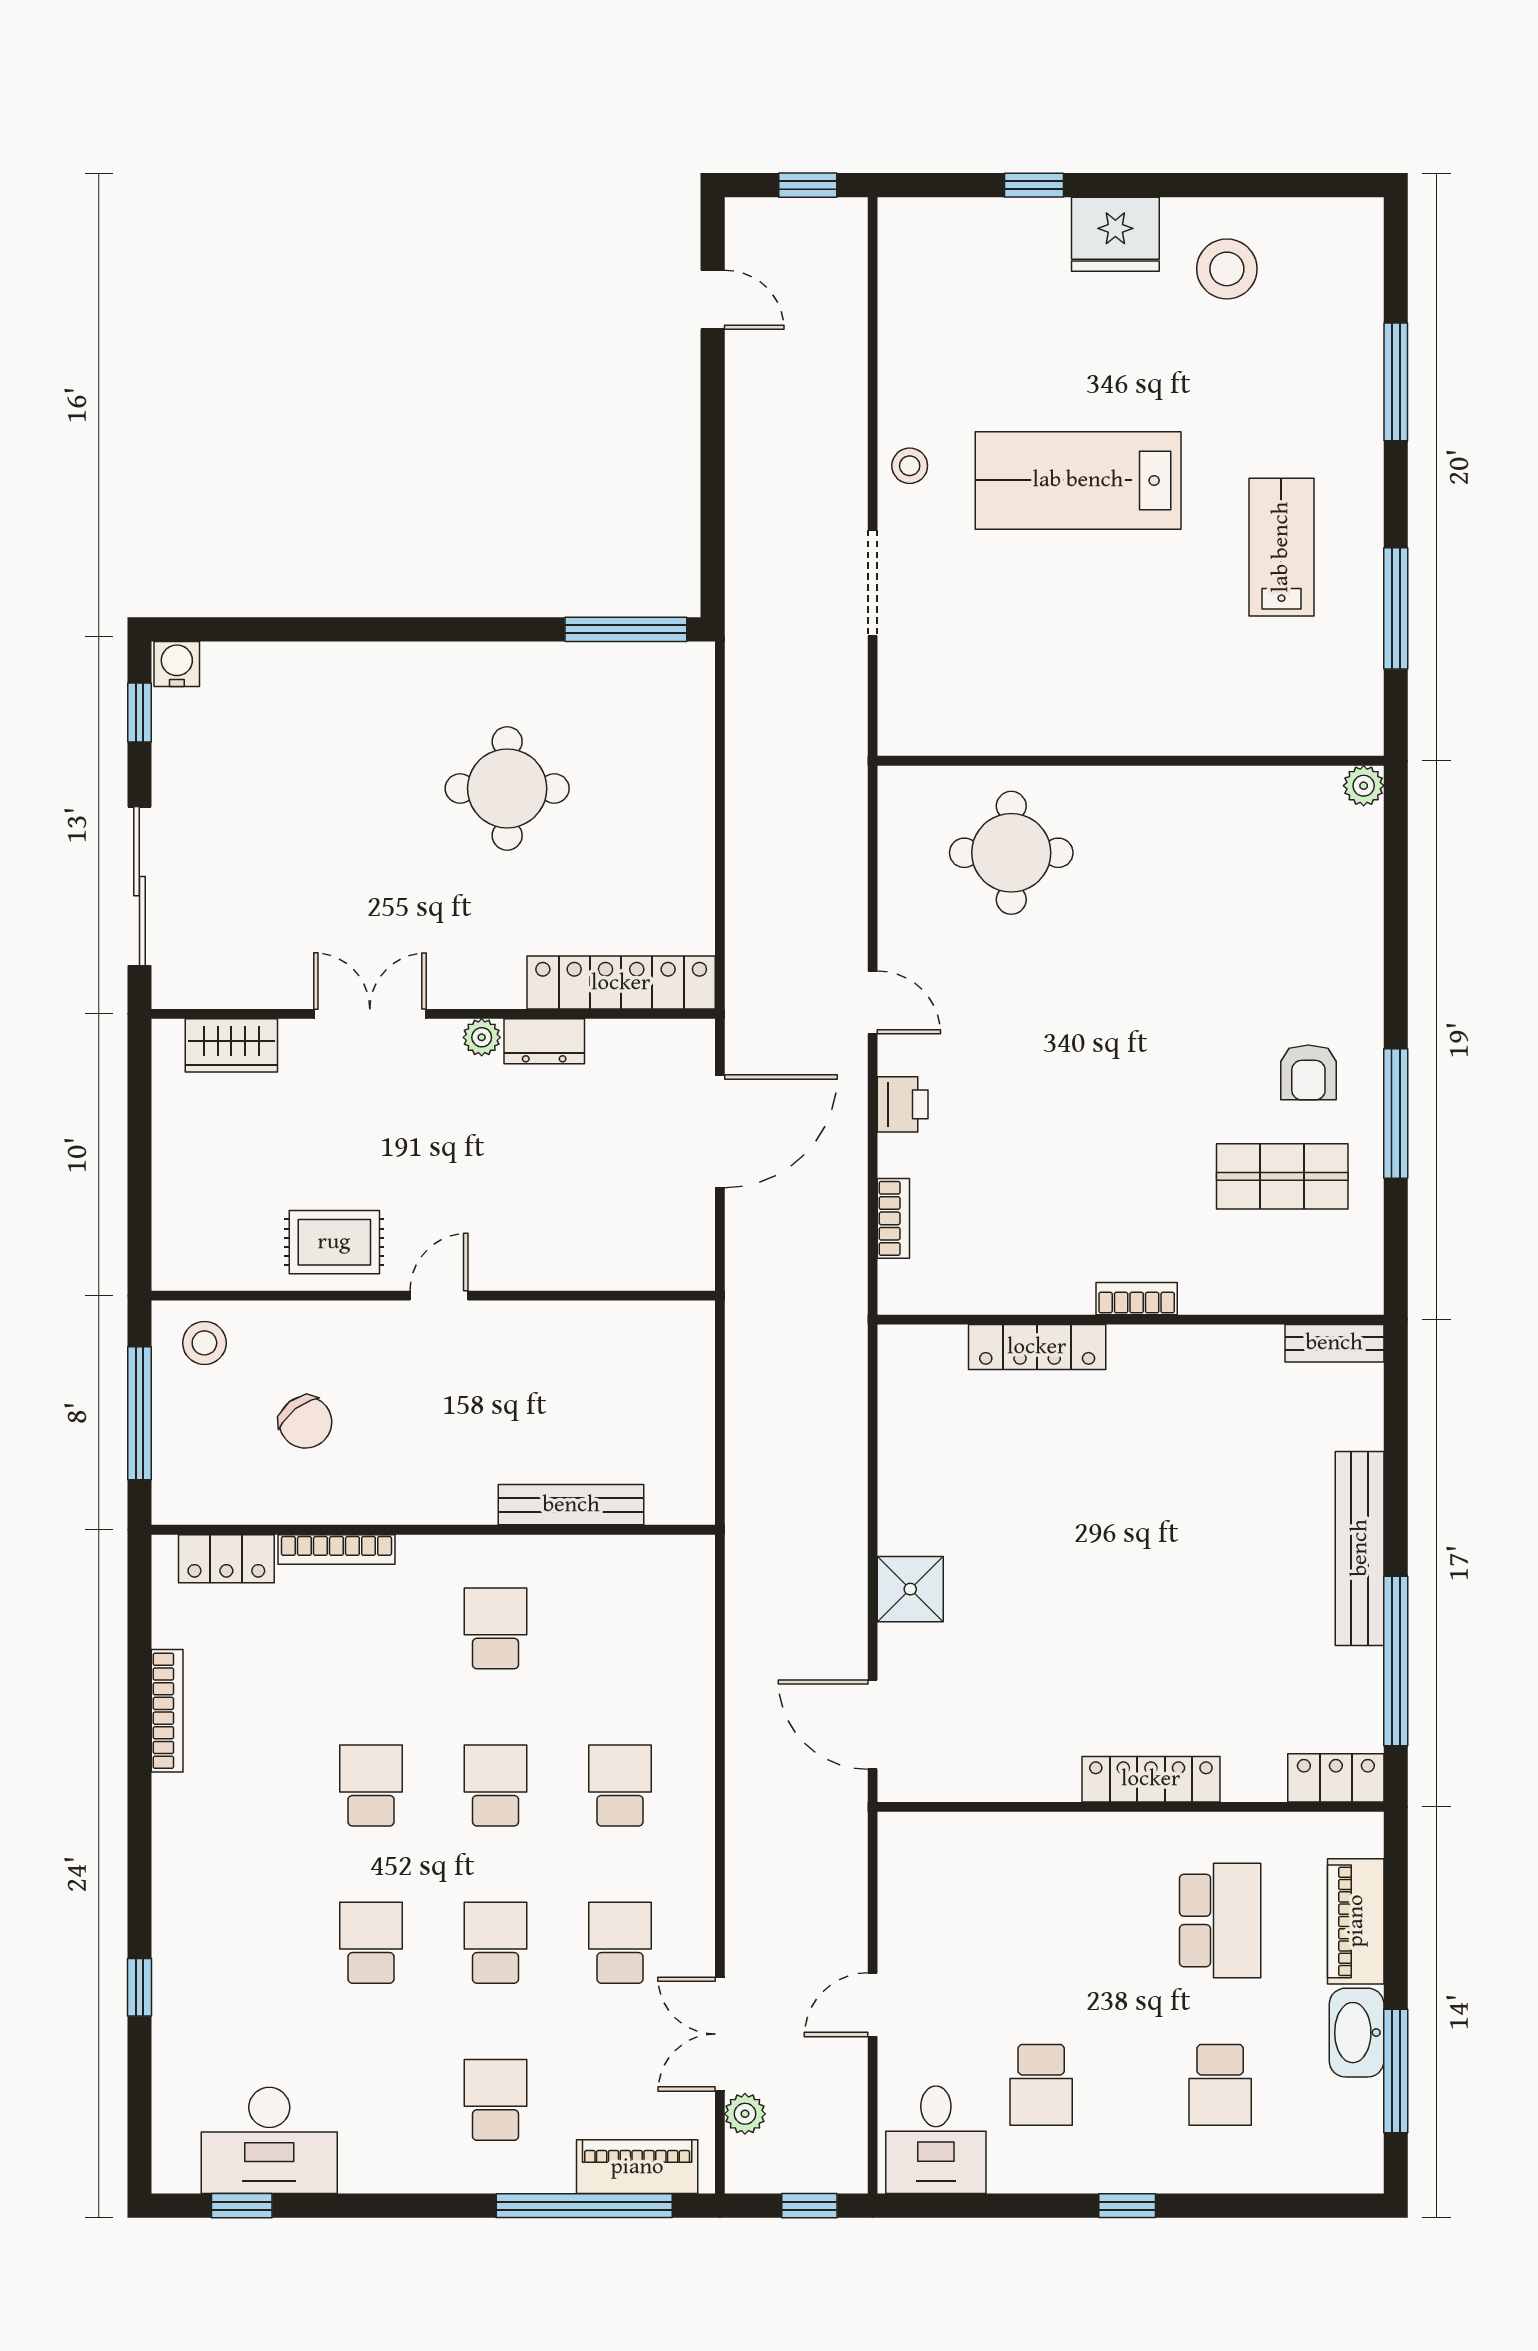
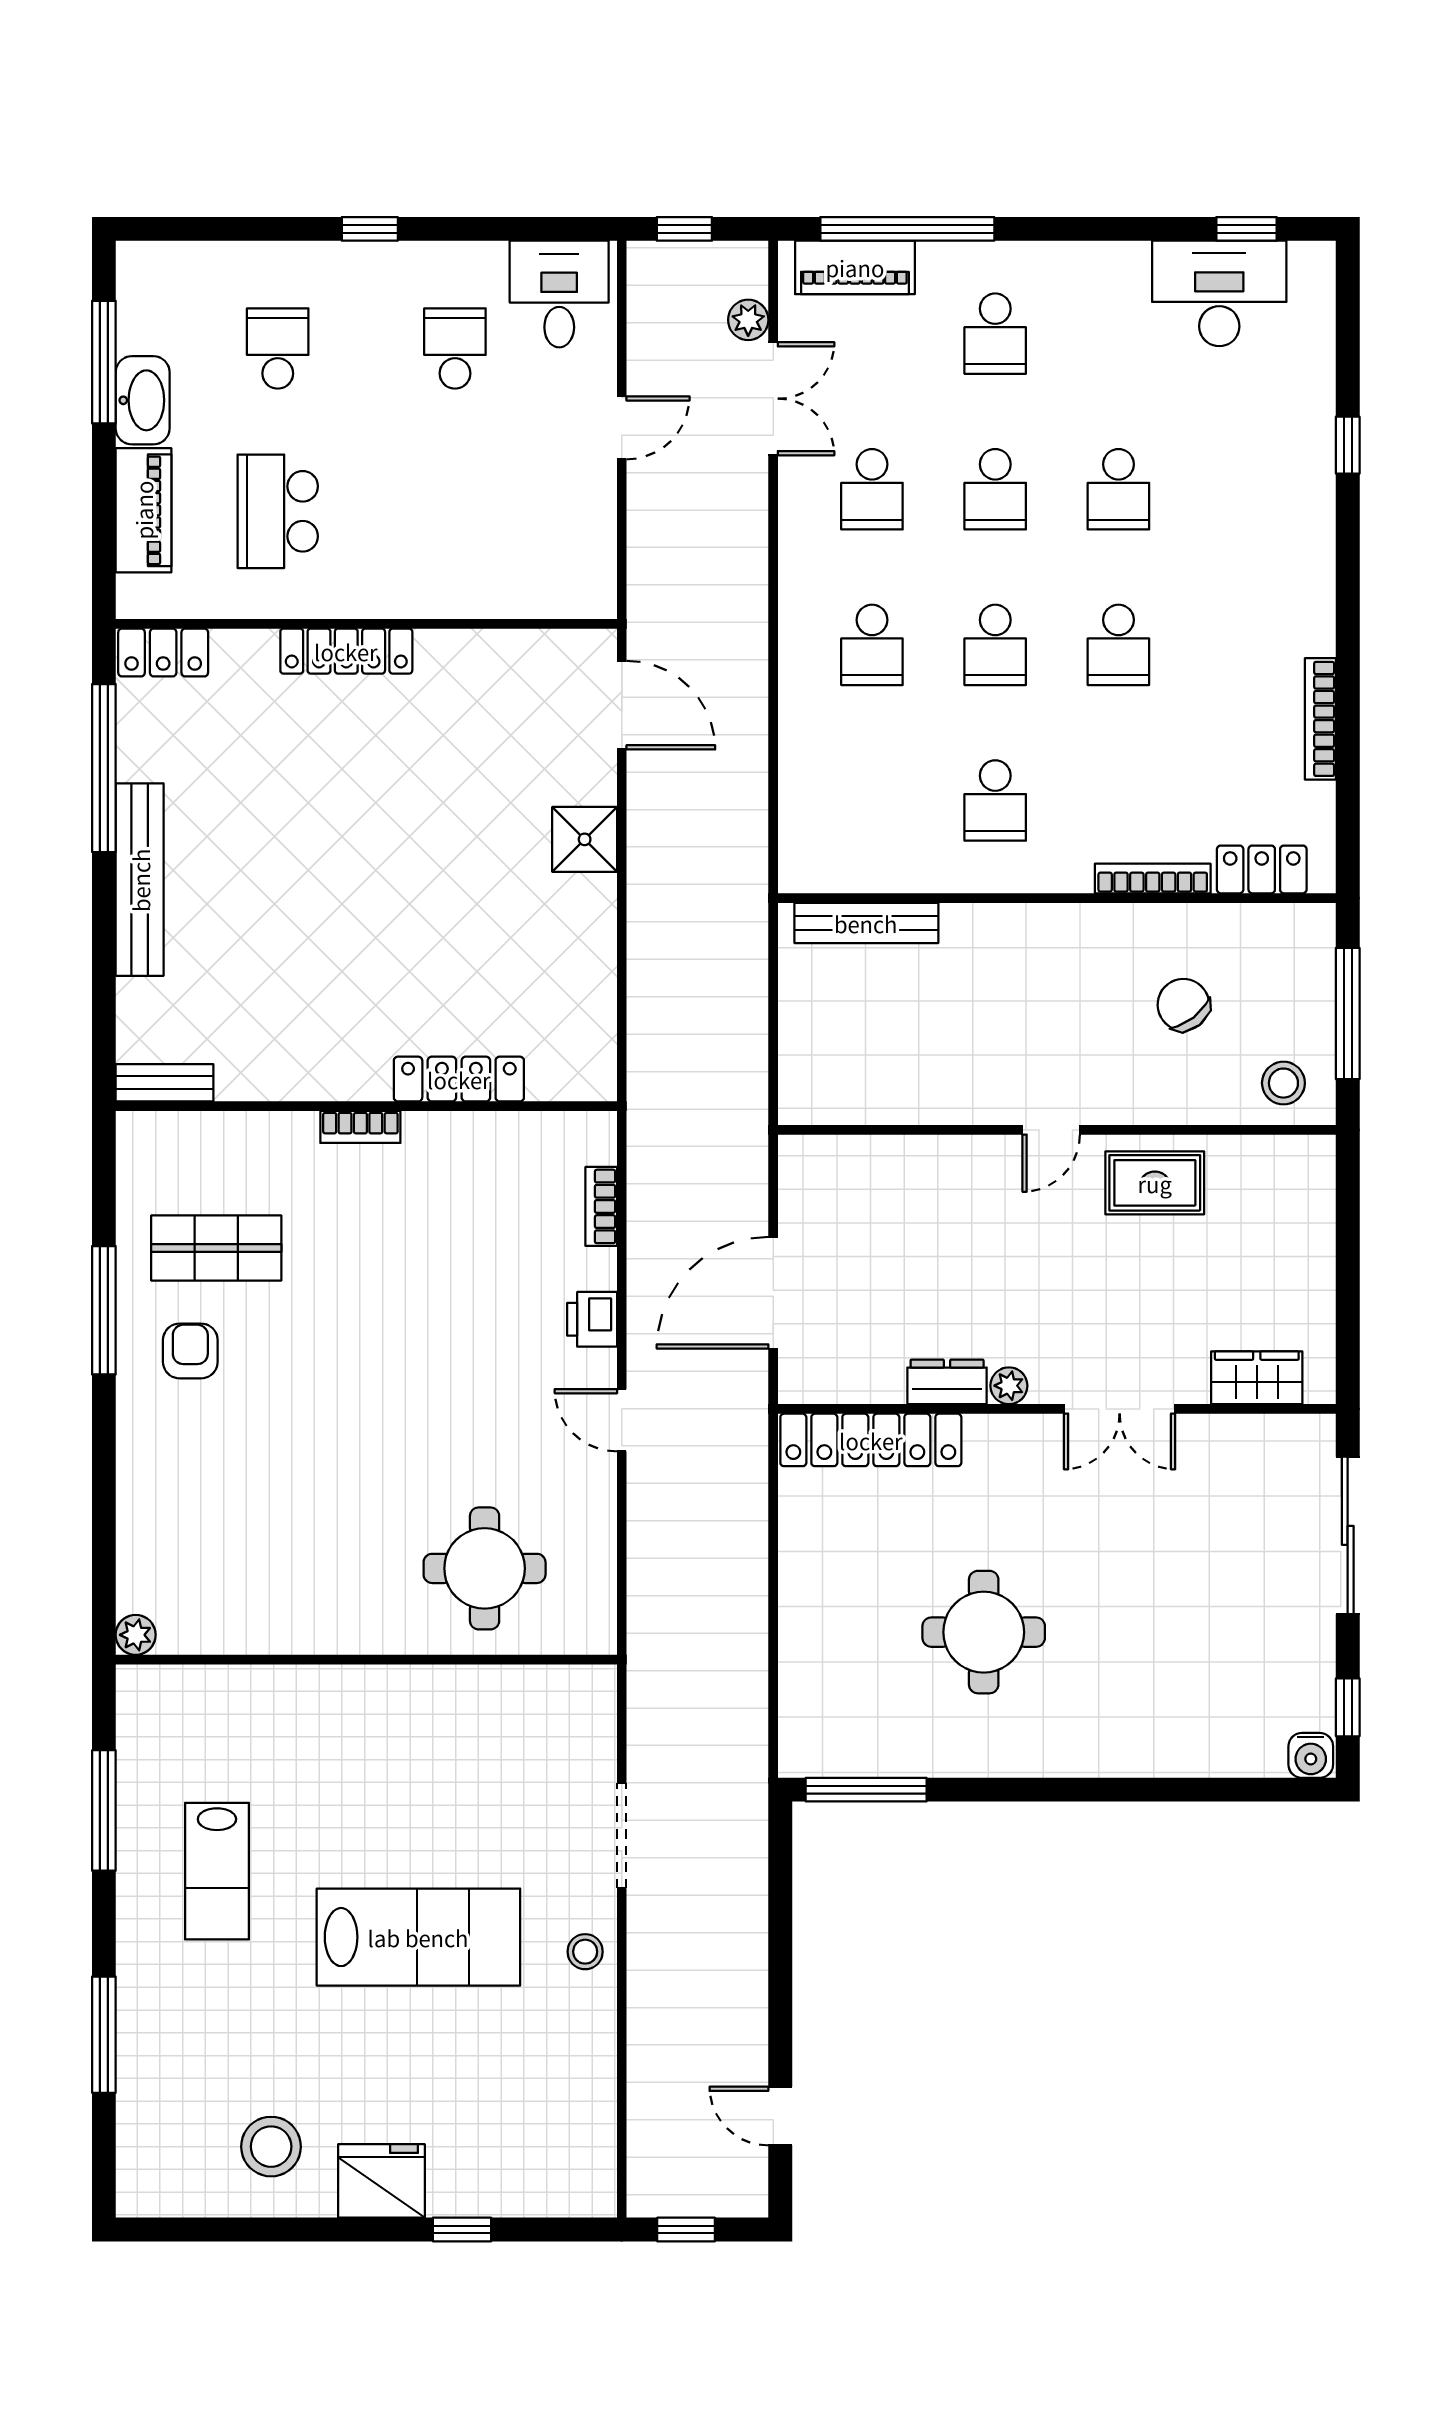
bench: (571, 1505) -> (866, 923), moved

